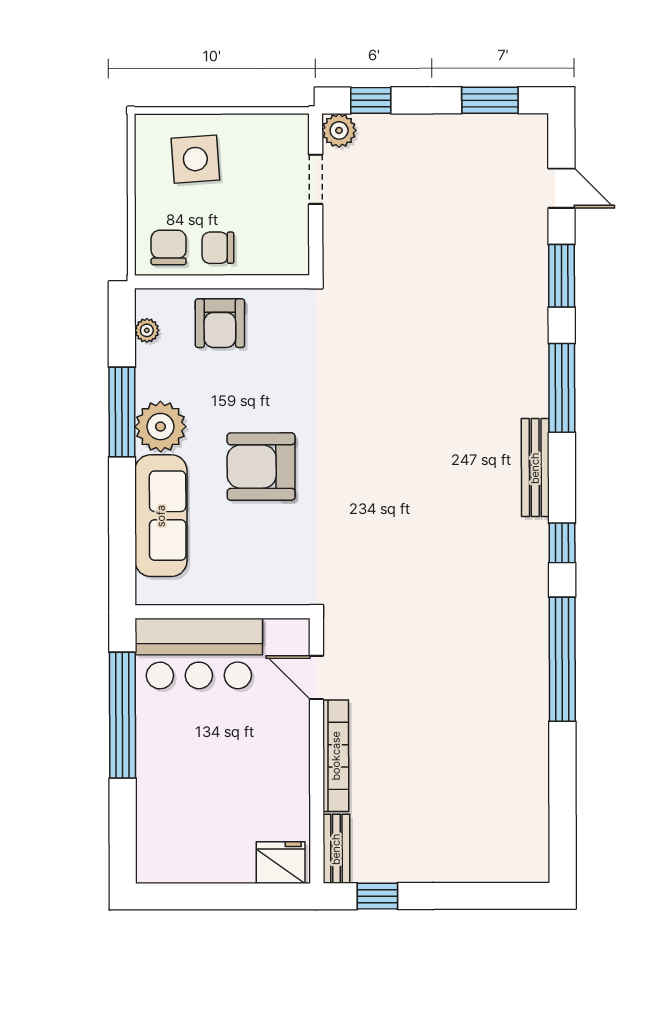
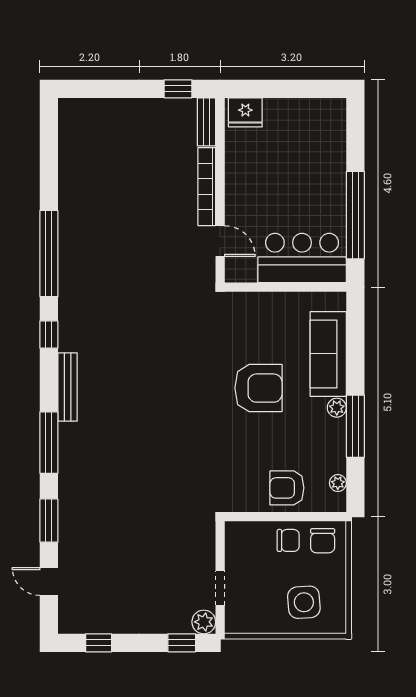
window: (490, 100) -> (99, 643), width x0.67
armchair: (220, 323) -> (287, 488), turned -90
plant: (160, 427) -> (337, 408), width x0.53, depth x0.53

